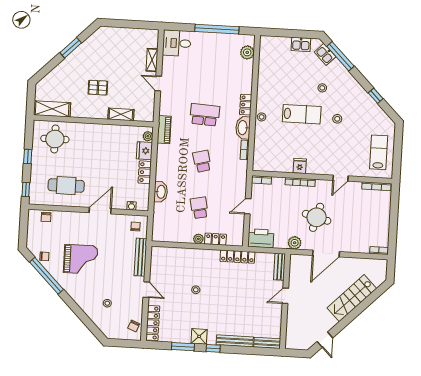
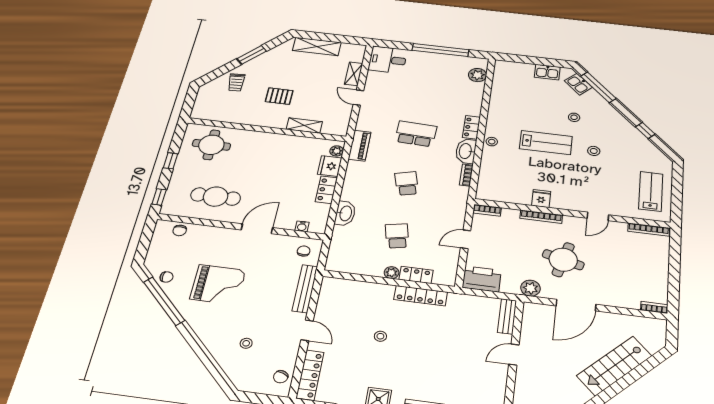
trolley: (63, 77) -> (236, 82), added
shelving: (52, 109) -> (317, 46), moved
locker: (237, 257) -> (421, 296), moved

